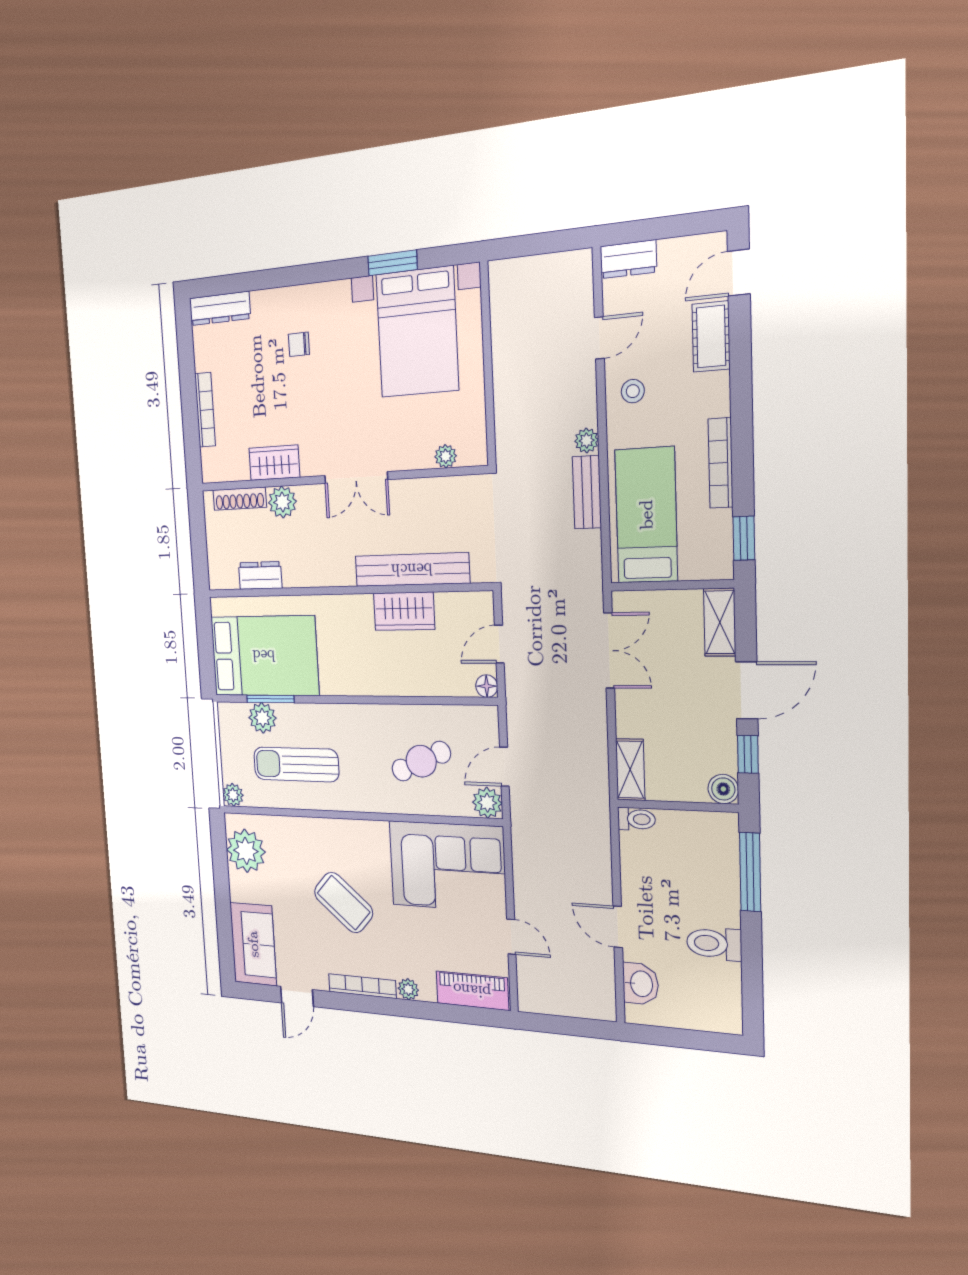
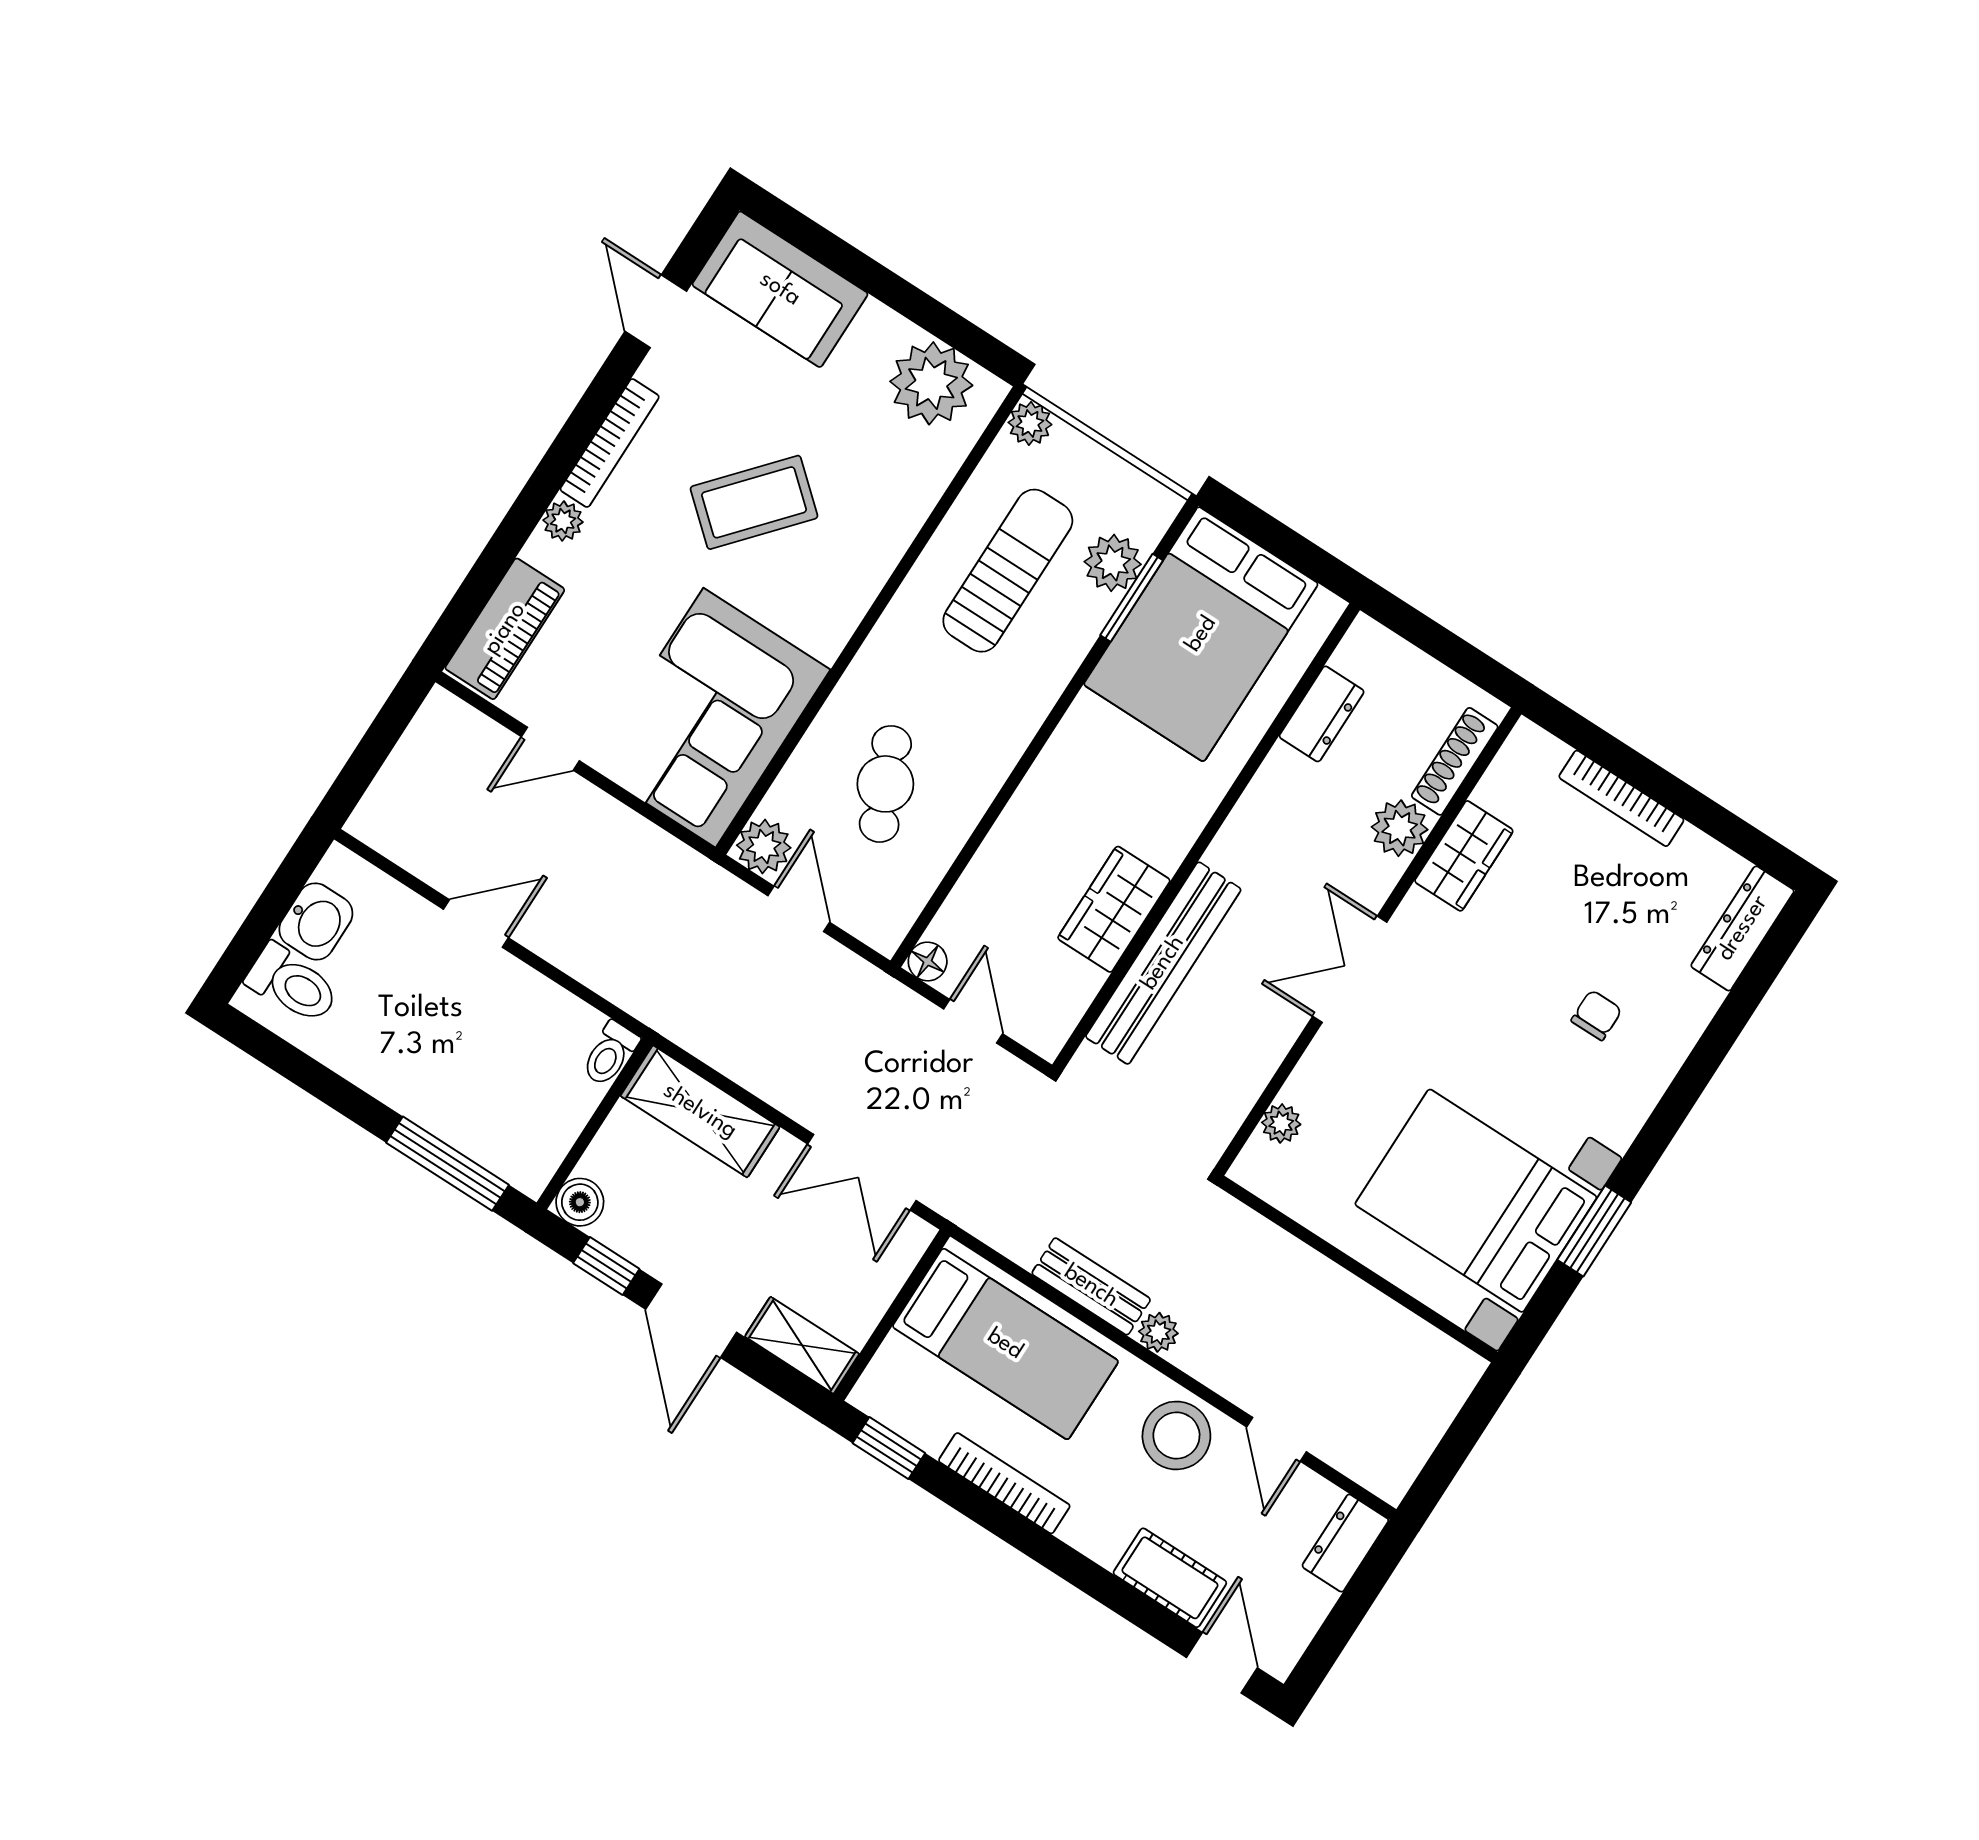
stool: (633, 391) -> (1176, 1435), width x1.89, depth x1.89
shelving: (630, 770) -> (700, 1111), width x1.50, depth x1.33
toilet: (714, 944) -> (293, 984), moved, turned 90
washbasin: (640, 984) -> (316, 921), moved, turned -90

